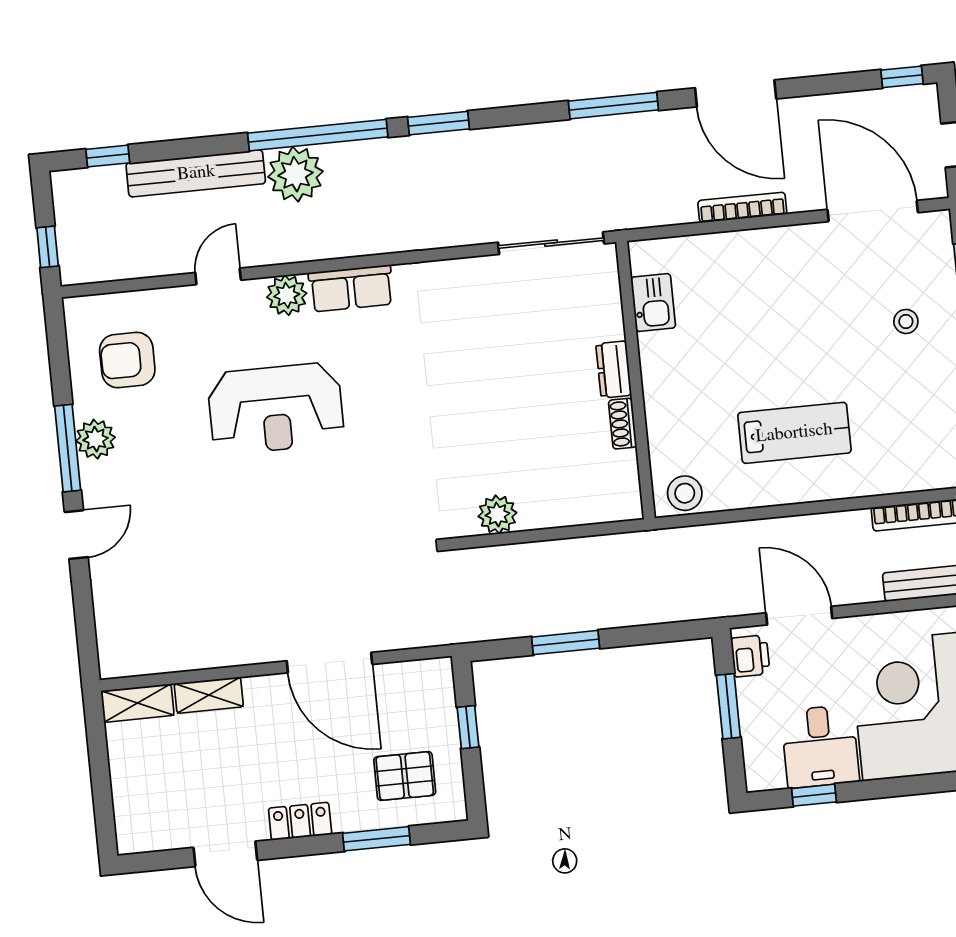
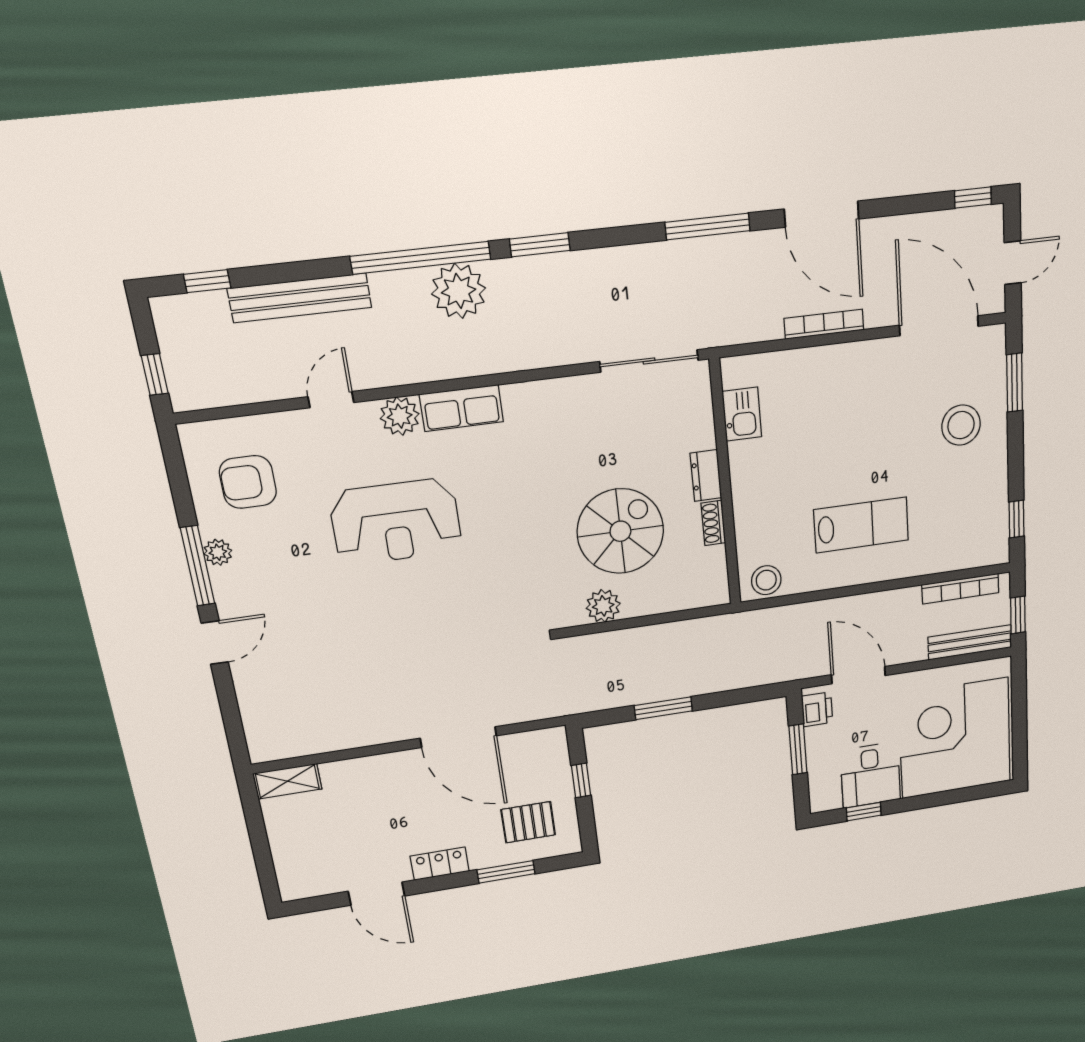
plant: (295, 174) -> (459, 291), moved
stool: (906, 321) -> (961, 425), width x1.89, depth x1.89
spiral stairs: (518, 429) -> (620, 531), added
plant: (96, 439) -> (218, 552), width x0.73, depth x0.73
shelving: (209, 695) -> (352, 770), removed

